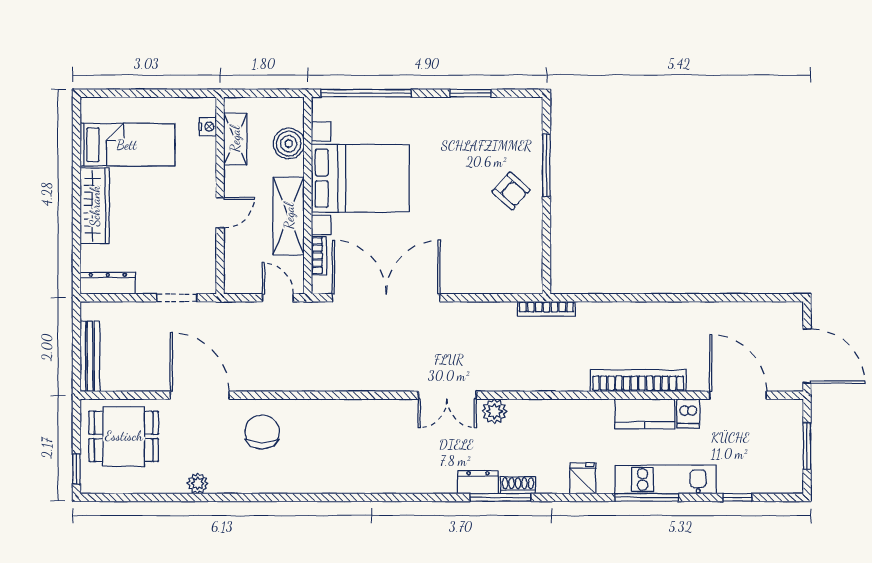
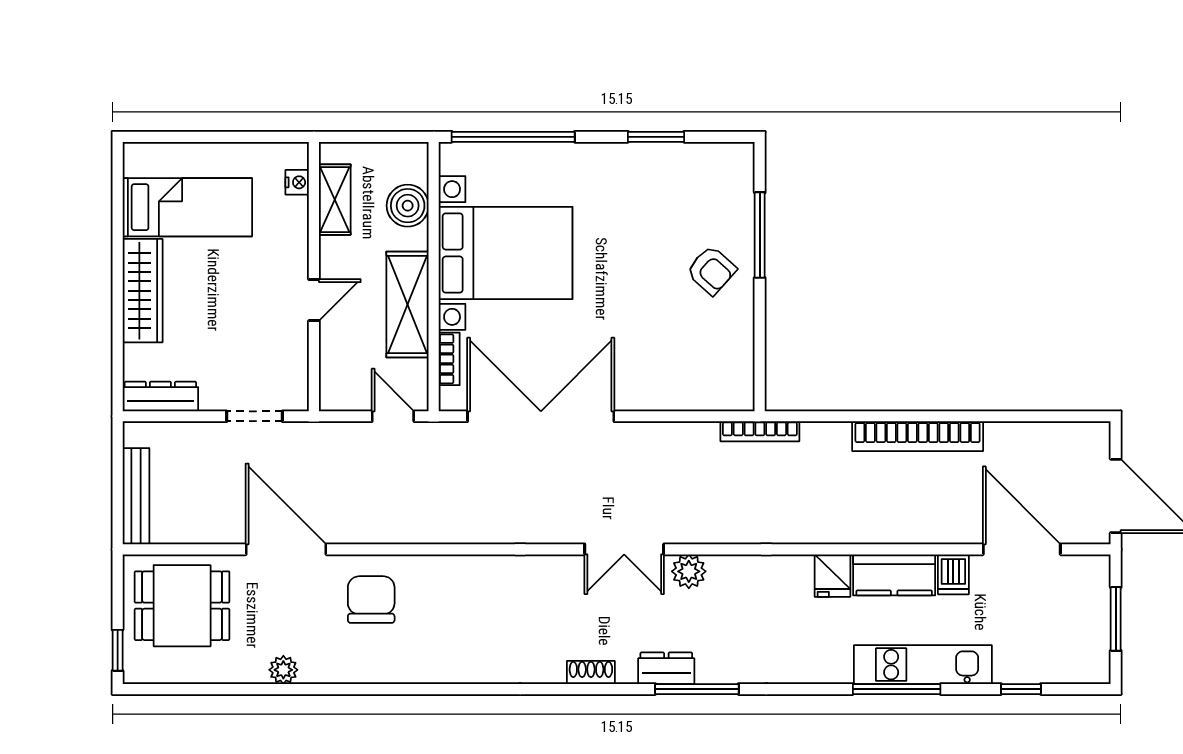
bookcase: (638, 381) -> (918, 436), moved, turned 180
fridge: (583, 478) -> (833, 576), moved, turned 180
shoe rack: (518, 485) -> (591, 672), moved

